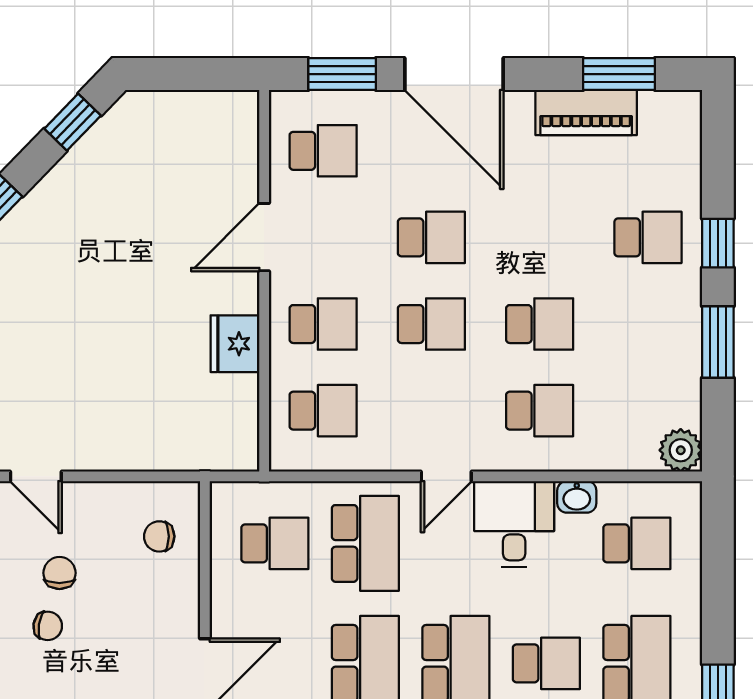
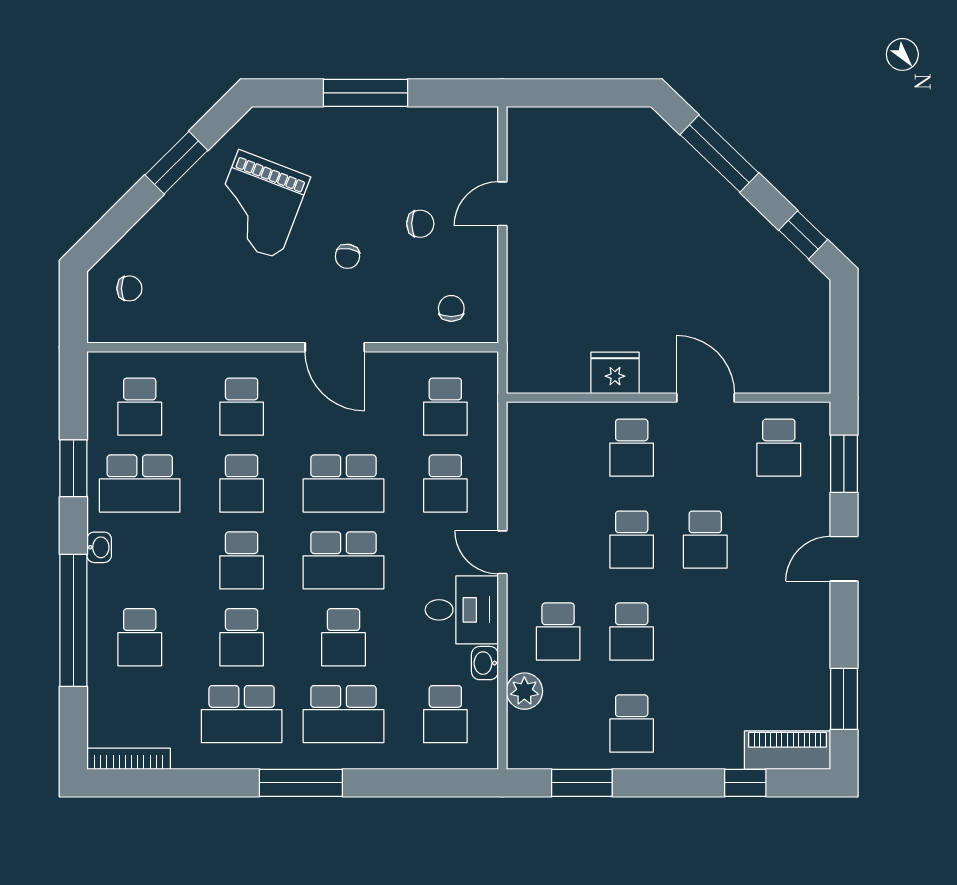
door: (454, 74) -> (844, 559), width x0.53
piano: (586, 113) -> (787, 750), moved, turned 90
school desk: (648, 237) -> (632, 723), moved
window: (718, 243) -> (745, 783), moved
window: (718, 342) -> (582, 783), moved
school desk: (323, 411) -> (558, 448), removed
plant: (681, 450) -> (524, 691), moved
school desk: (365, 543) -> (445, 484), width x0.54
chair: (48, 626) -> (347, 256), moved

